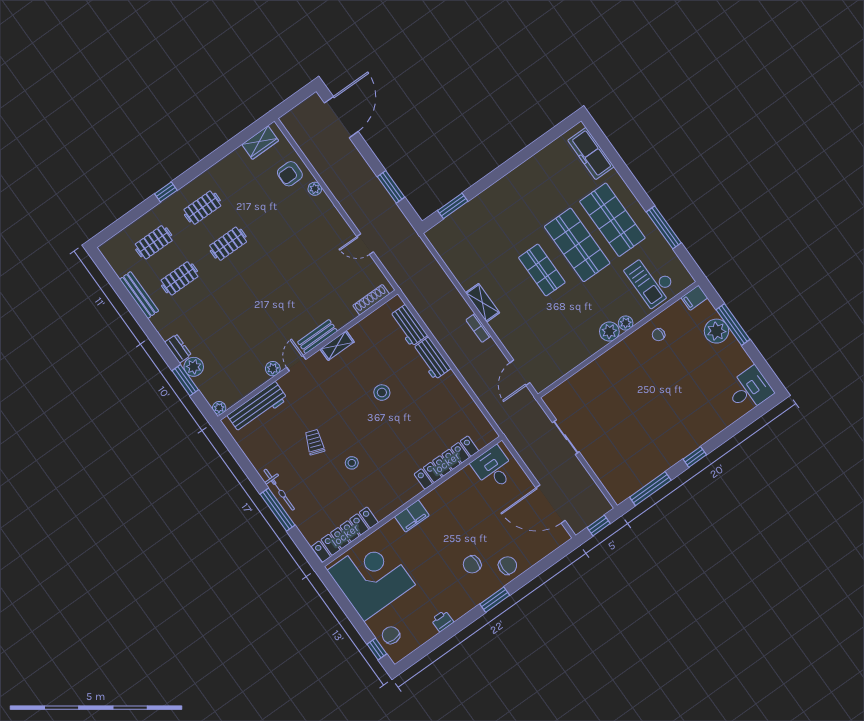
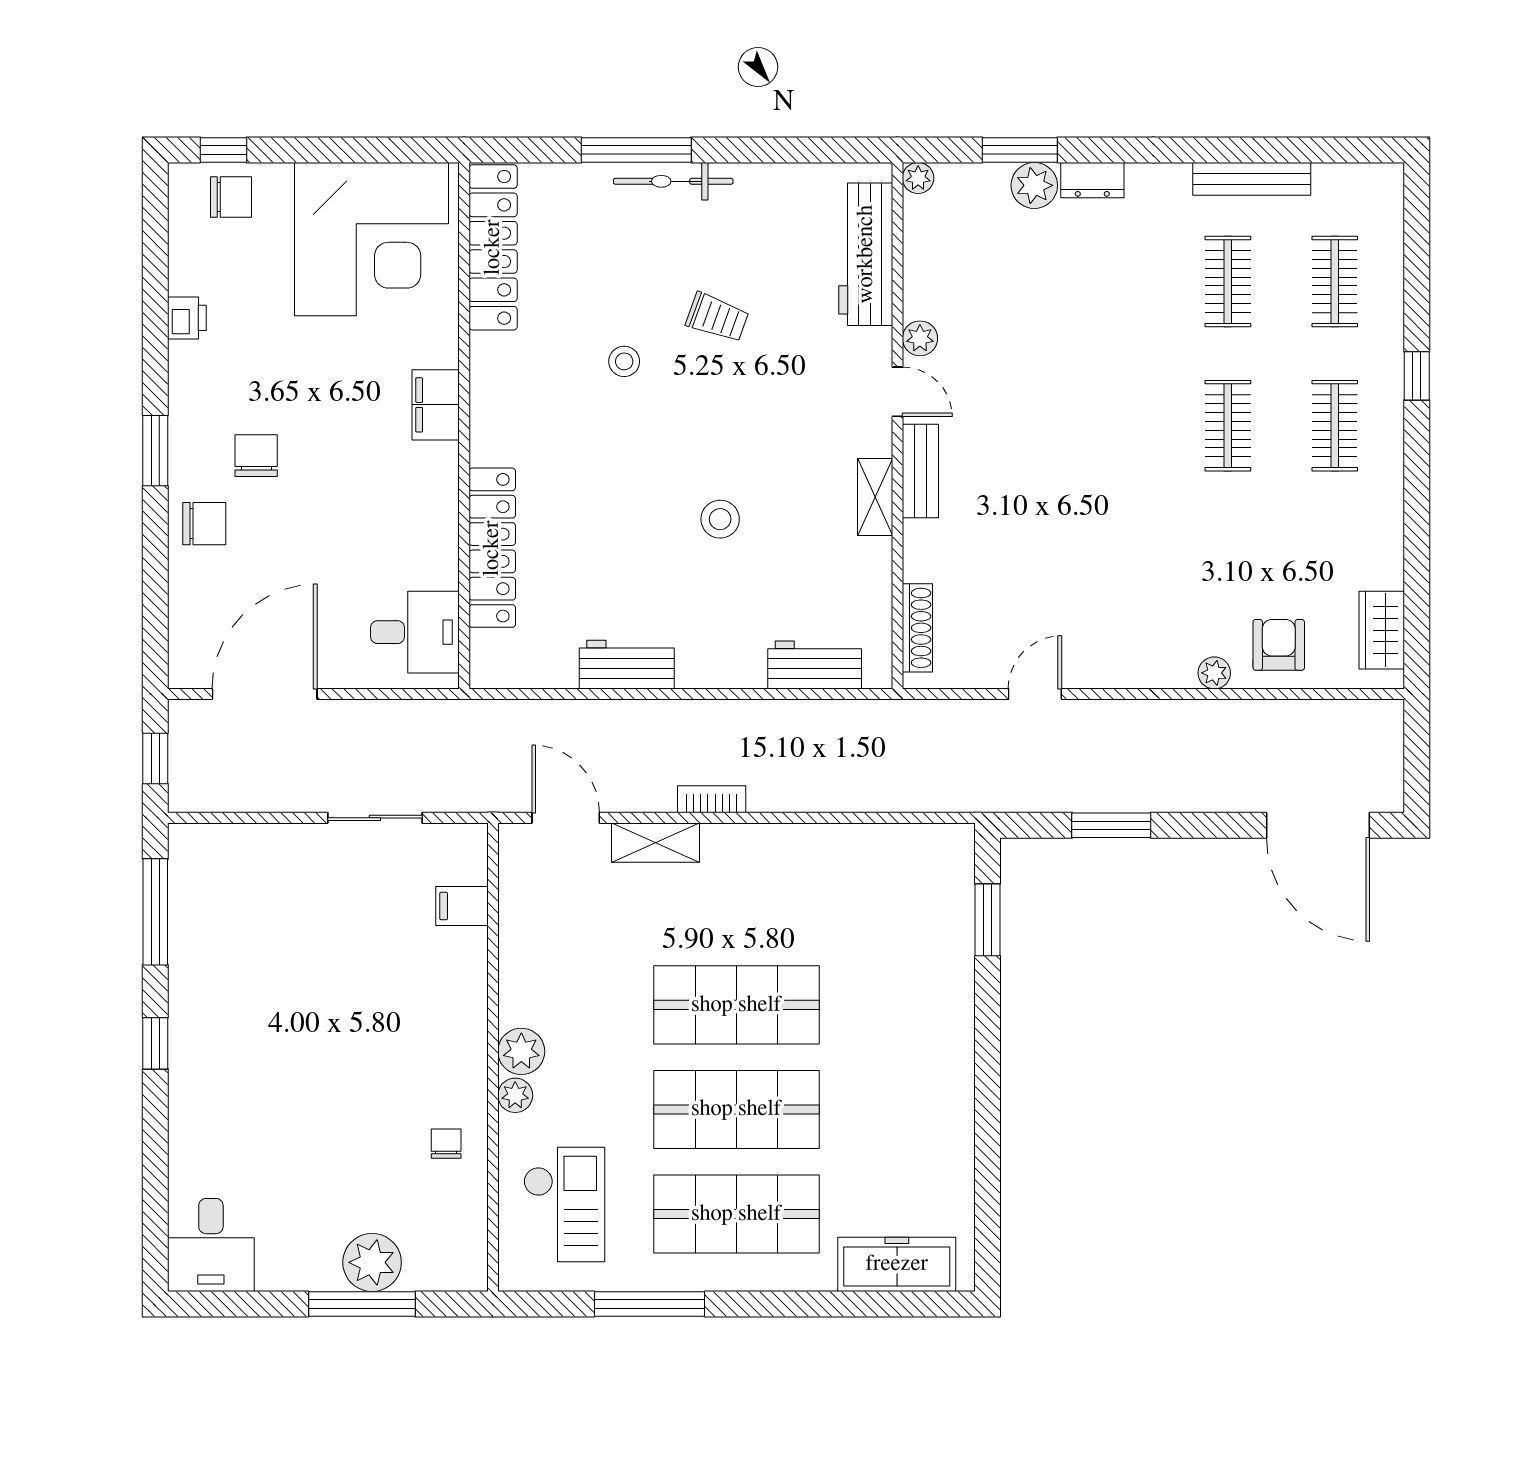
shop shelf: (542, 270) -> (736, 1005), width x1.43, depth x1.36
checkout: (651, 280) -> (564, 1204), turned 90
filing cabinet: (694, 298) -> (462, 906), moved, turned -90
shelving: (483, 303) -> (656, 843), moved
workbench: (432, 358) -> (627, 665), moved
chair: (508, 566) -> (204, 524), turned -90

